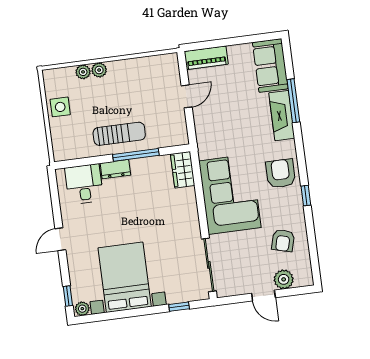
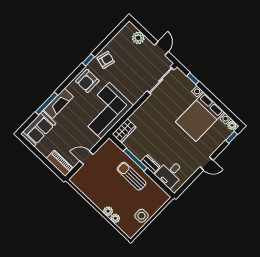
corner sofa: (230, 194) -> (105, 111), moved
armchair: (283, 241) -> (106, 60), moved
door: (263, 296) -> (161, 48), moved

